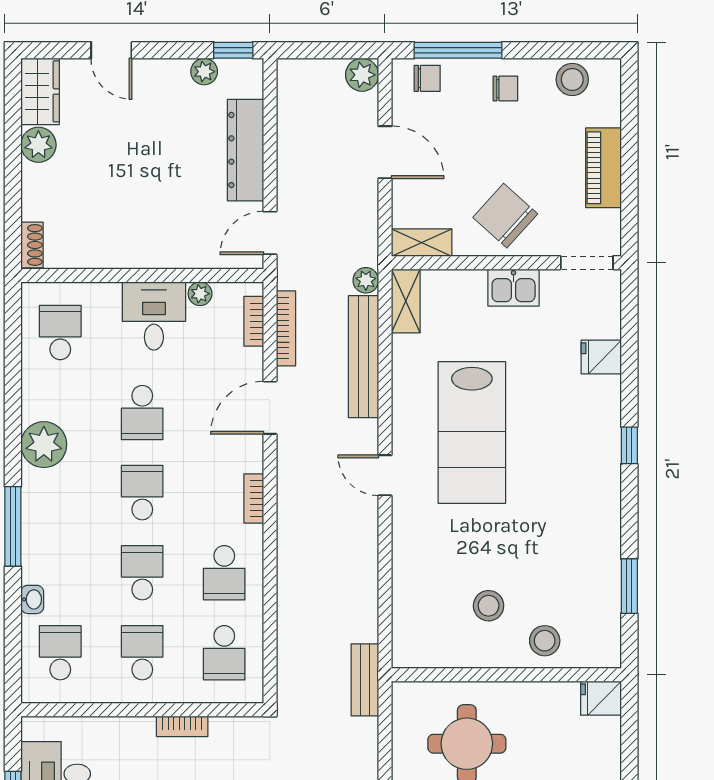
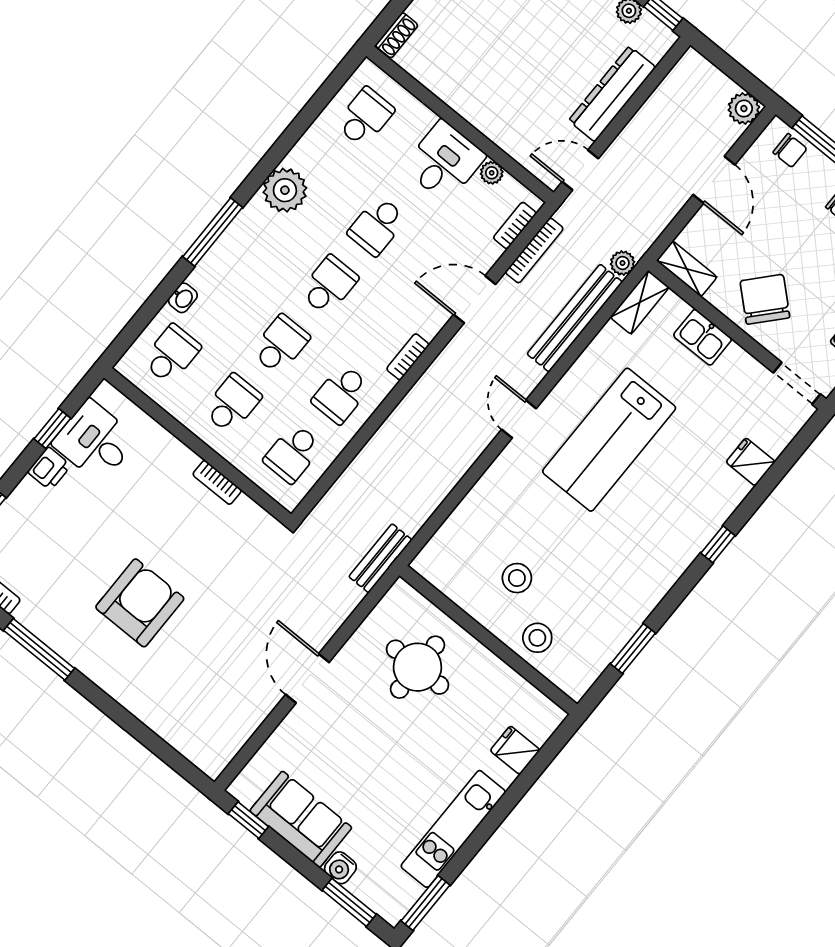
kitchen sink: (514, 288) -> (703, 337), moved
fridge: (601, 698) -> (515, 750), moved

